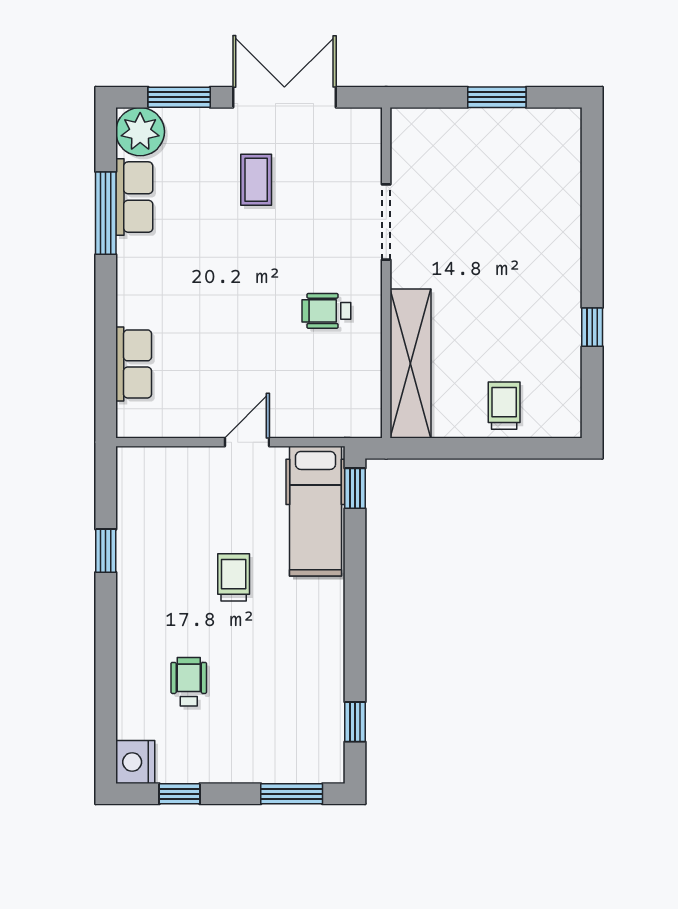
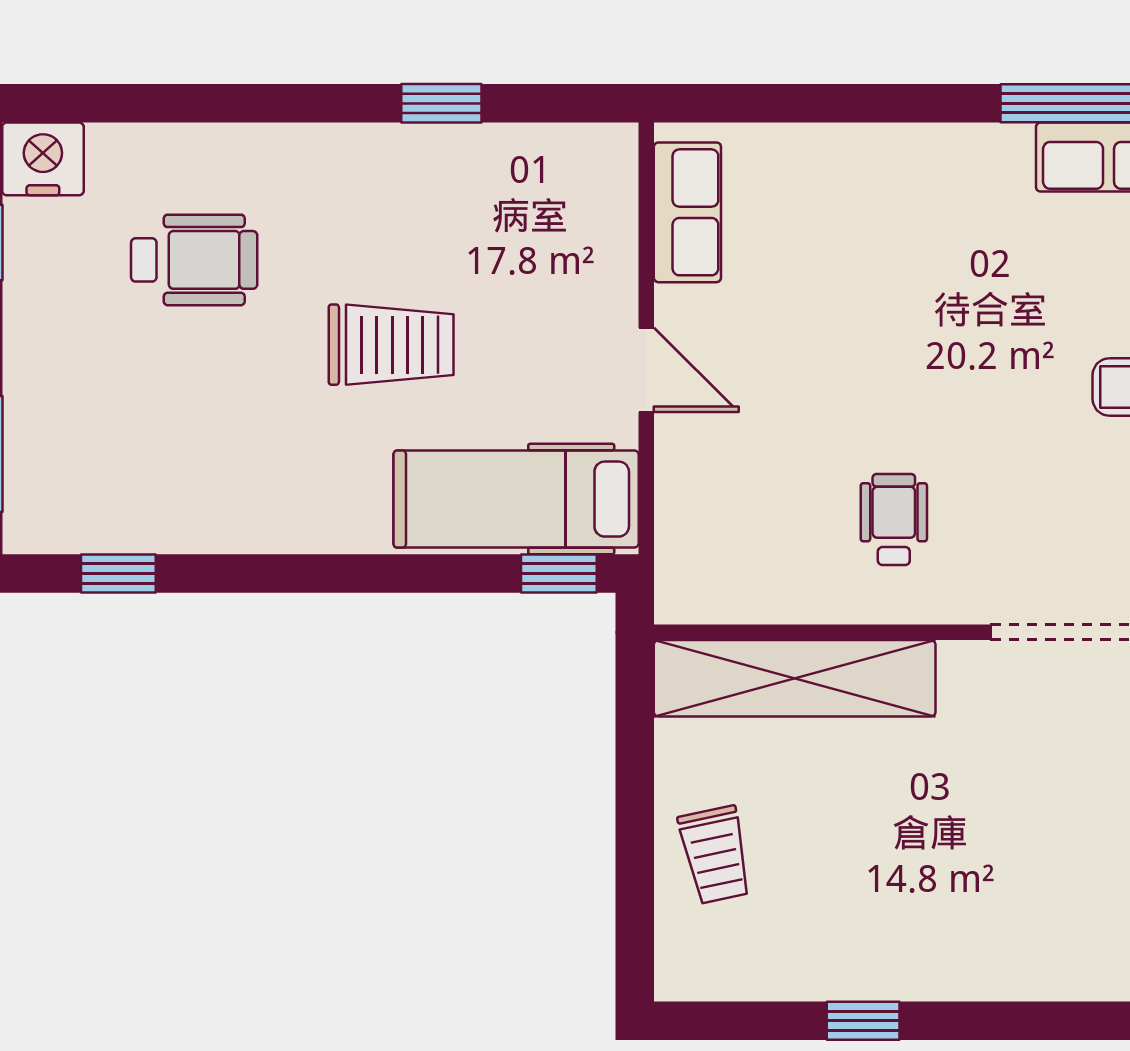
row of seats: (134, 364) -> (687, 212), moved, turned -90
trolley: (504, 406) -> (715, 855), turned 78
trolley: (234, 577) -> (391, 345), width x1.36, depth x1.39
wheelchair: (189, 682) -> (194, 260), width x1.36, depth x1.37

